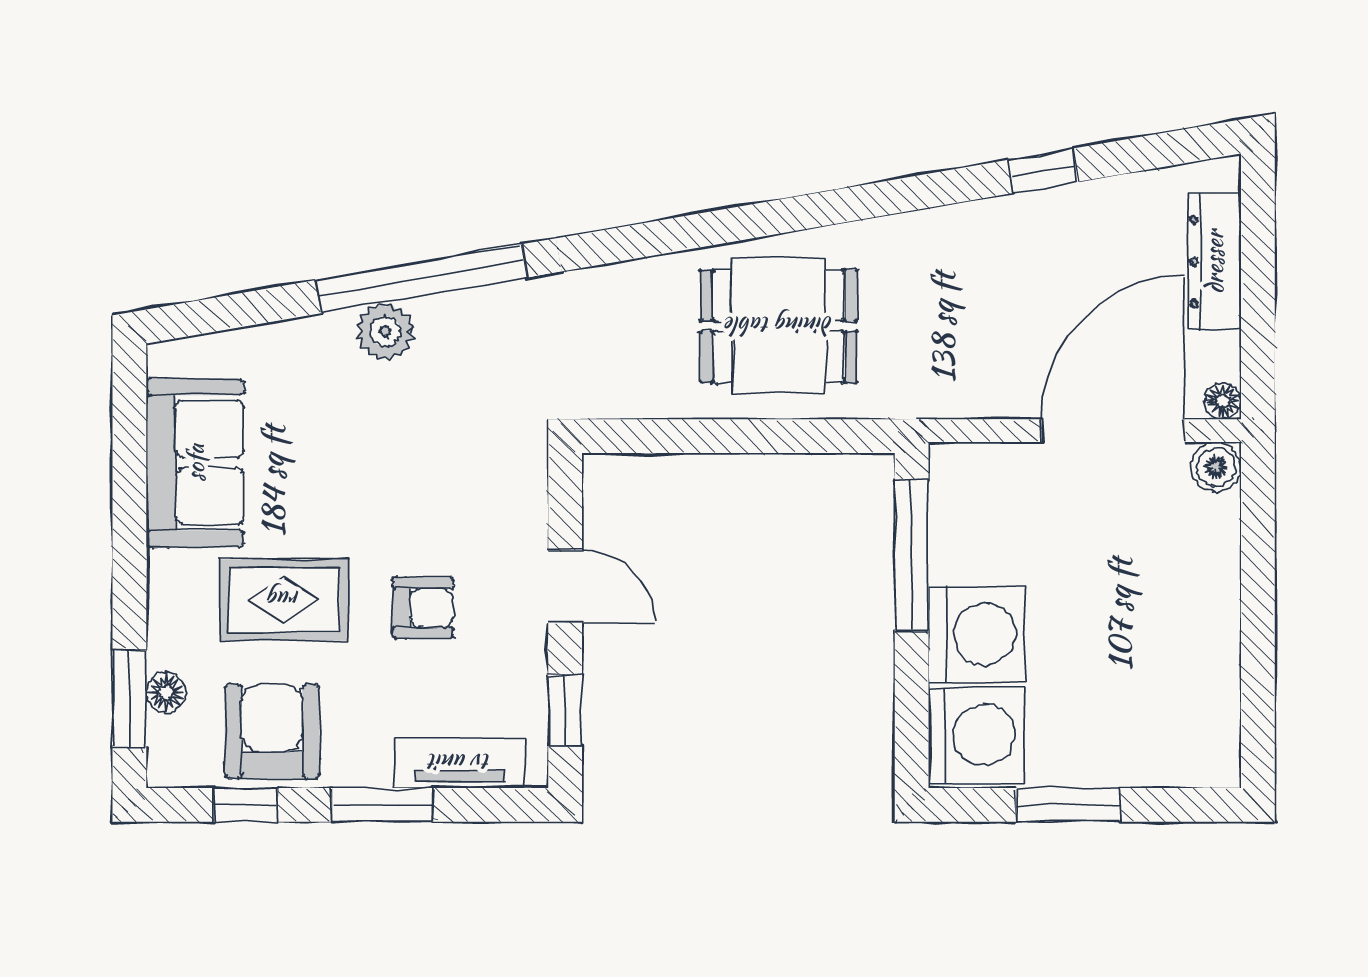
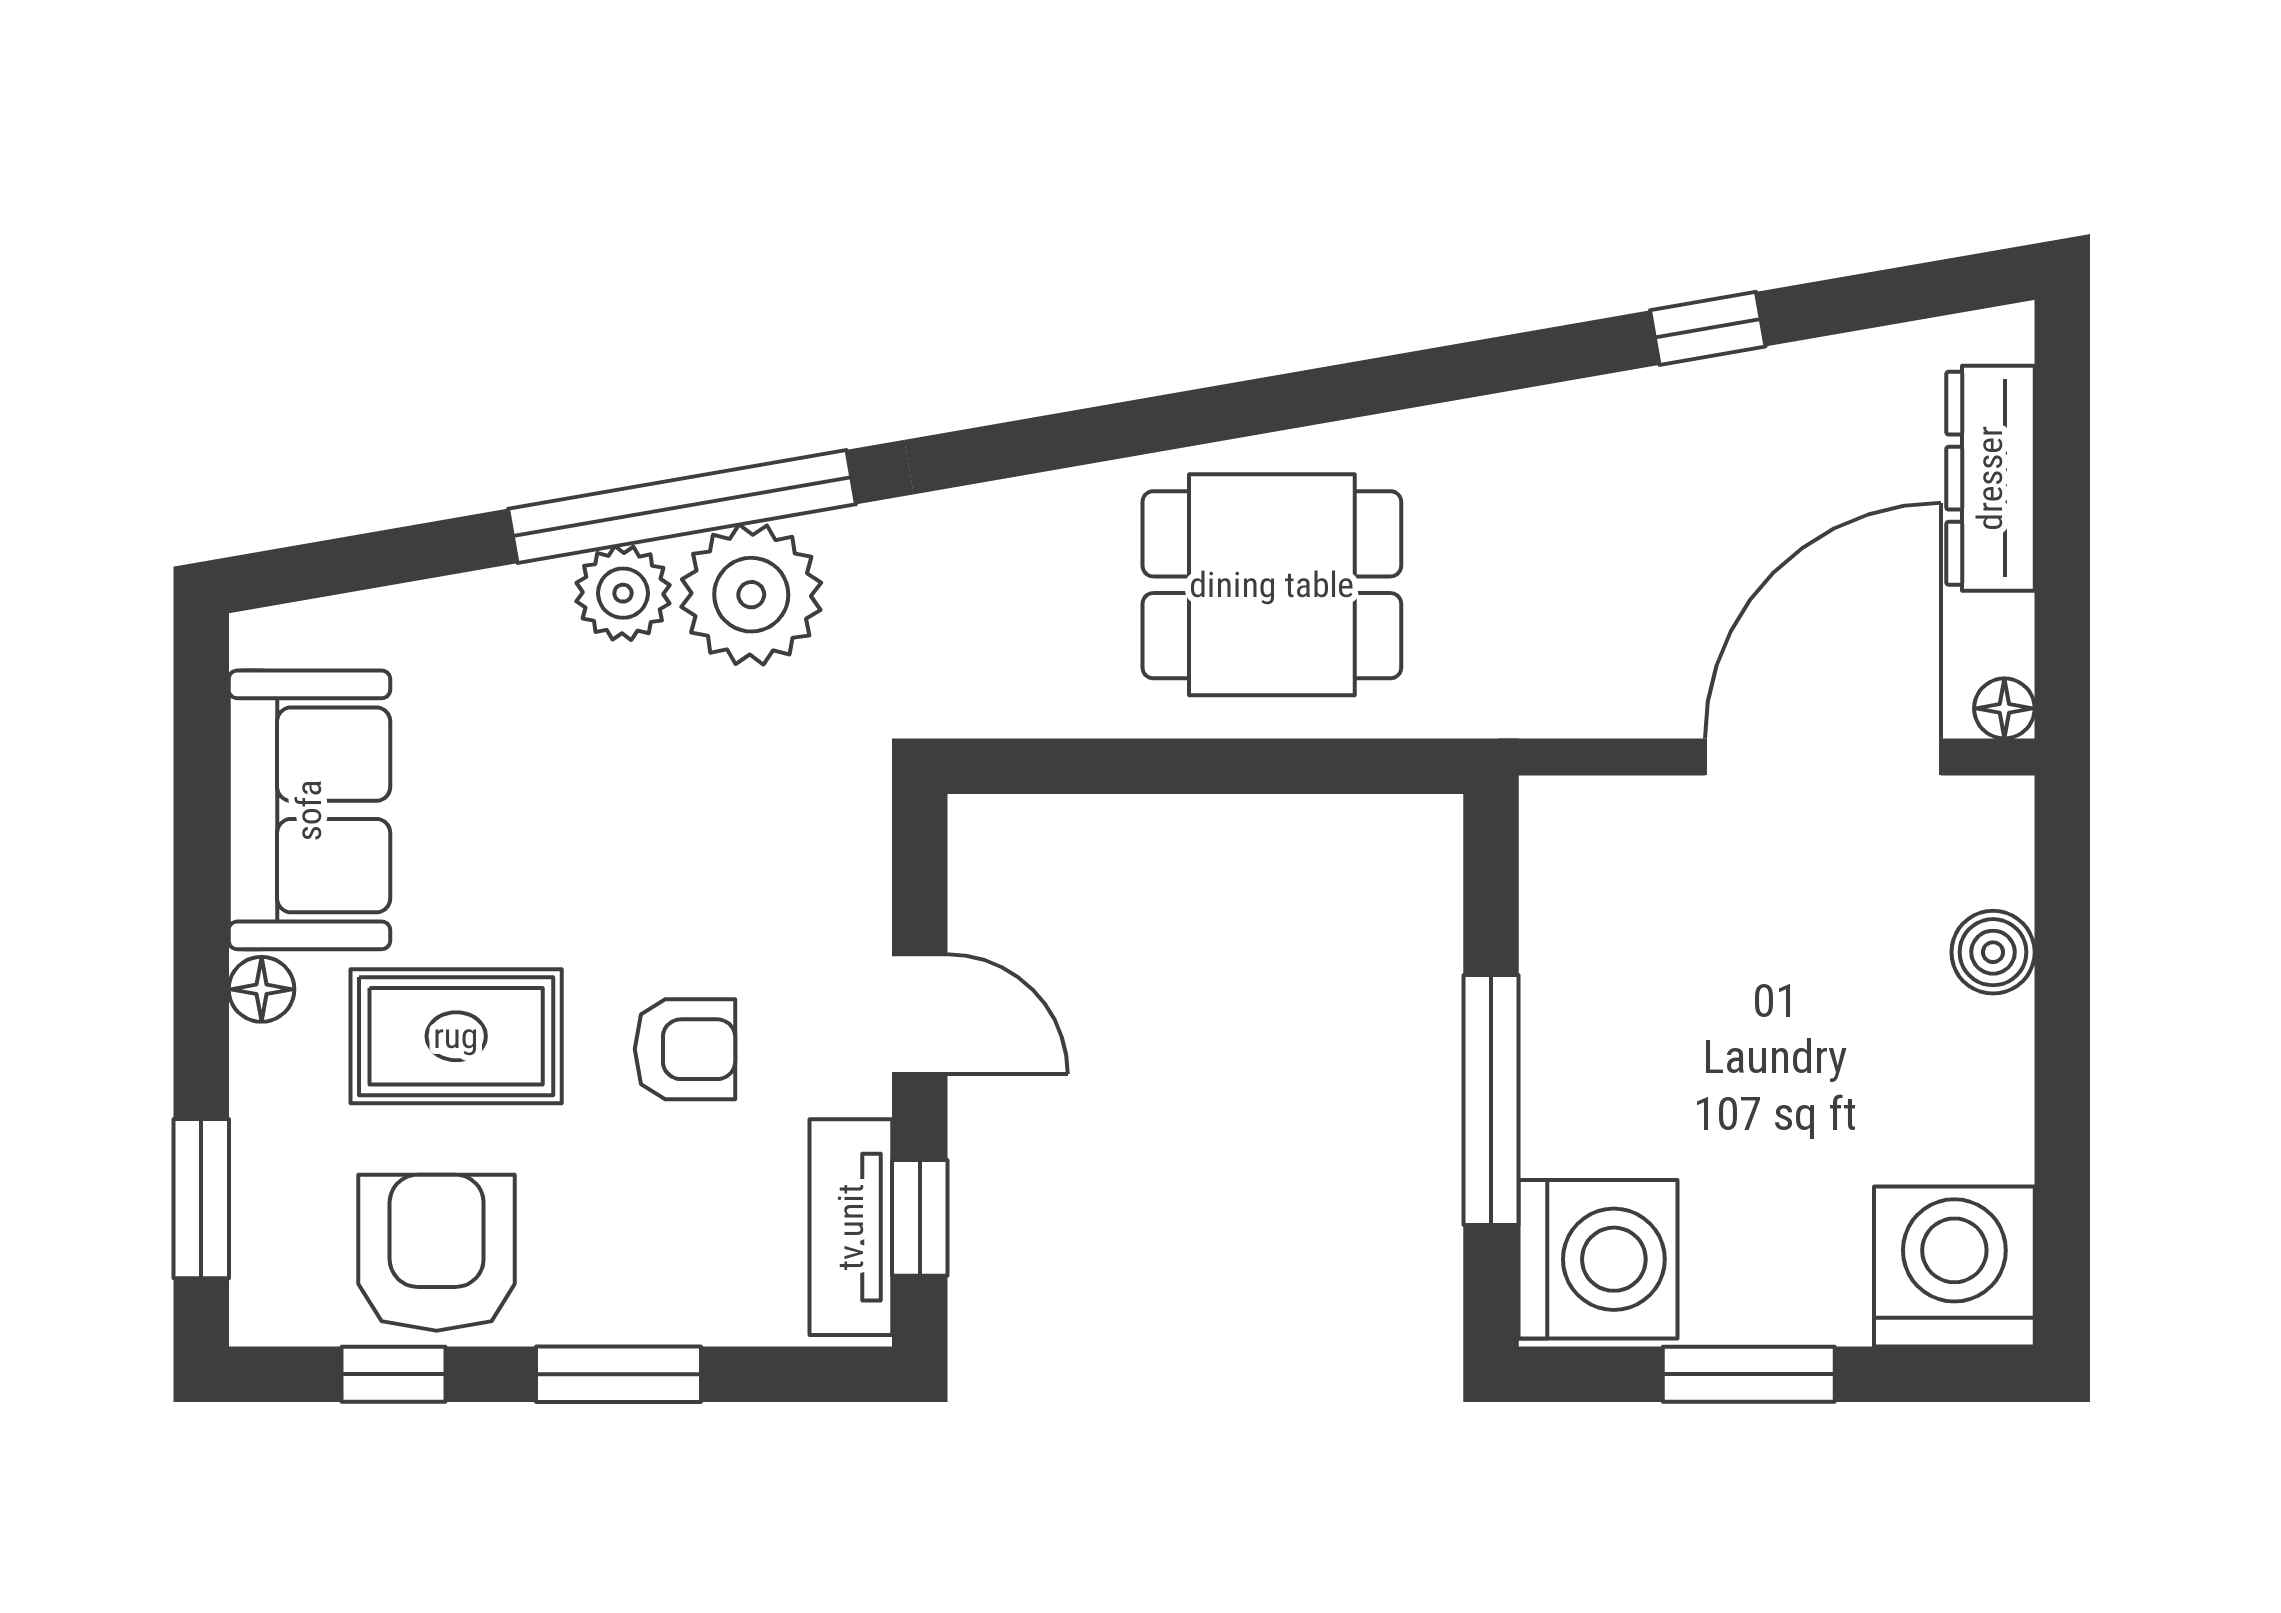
plant: (463, 332) -> (751, 595), added
boiler: (1216, 467) -> (1993, 952), moved
window: (912, 555) -> (1491, 1100), moved
washing machine: (977, 634) -> (1954, 1266), moved, turned -90
floor lamp: (166, 692) -> (262, 989), moved
tv unit: (460, 763) -> (851, 1227), moved, turned -90

